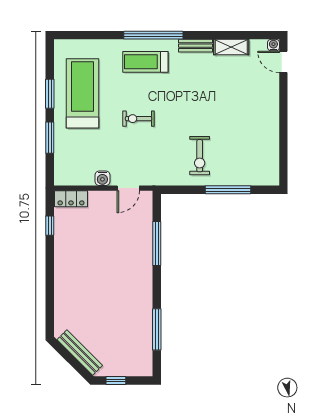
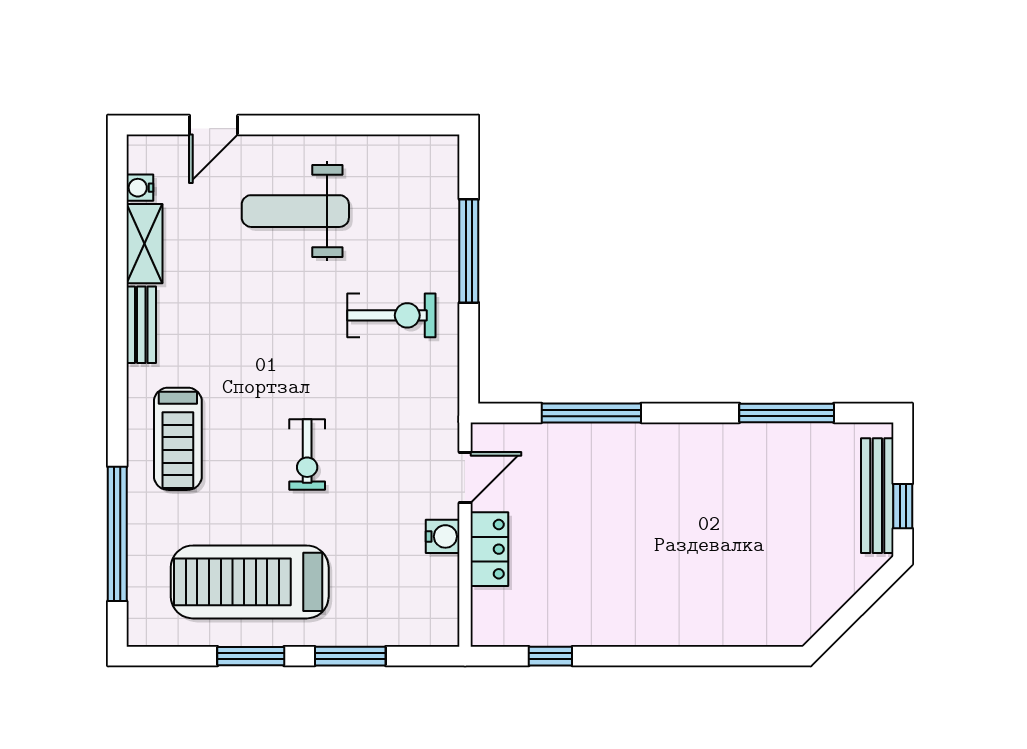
window: (153, 35) -> (117, 534), moved
water cooler: (273, 45) -> (140, 188), moved
door: (283, 62) -> (214, 125), moved
weight bench: (246, 113) -> (295, 211), added
door: (128, 188) -> (465, 478), hinge flipped
locker: (71, 199) -> (489, 549), moved
bench: (80, 352) -> (877, 496), moved, turned -45

